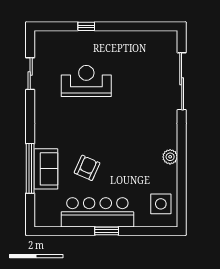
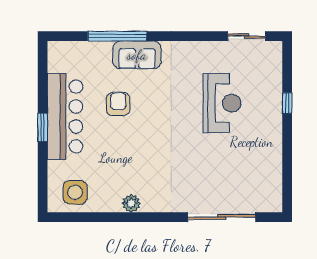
sliding door: (30, 74) -> (247, 36), moved
armchair: (87, 168) -> (118, 104), turned -114
sofa: (46, 169) -> (137, 55), moved

